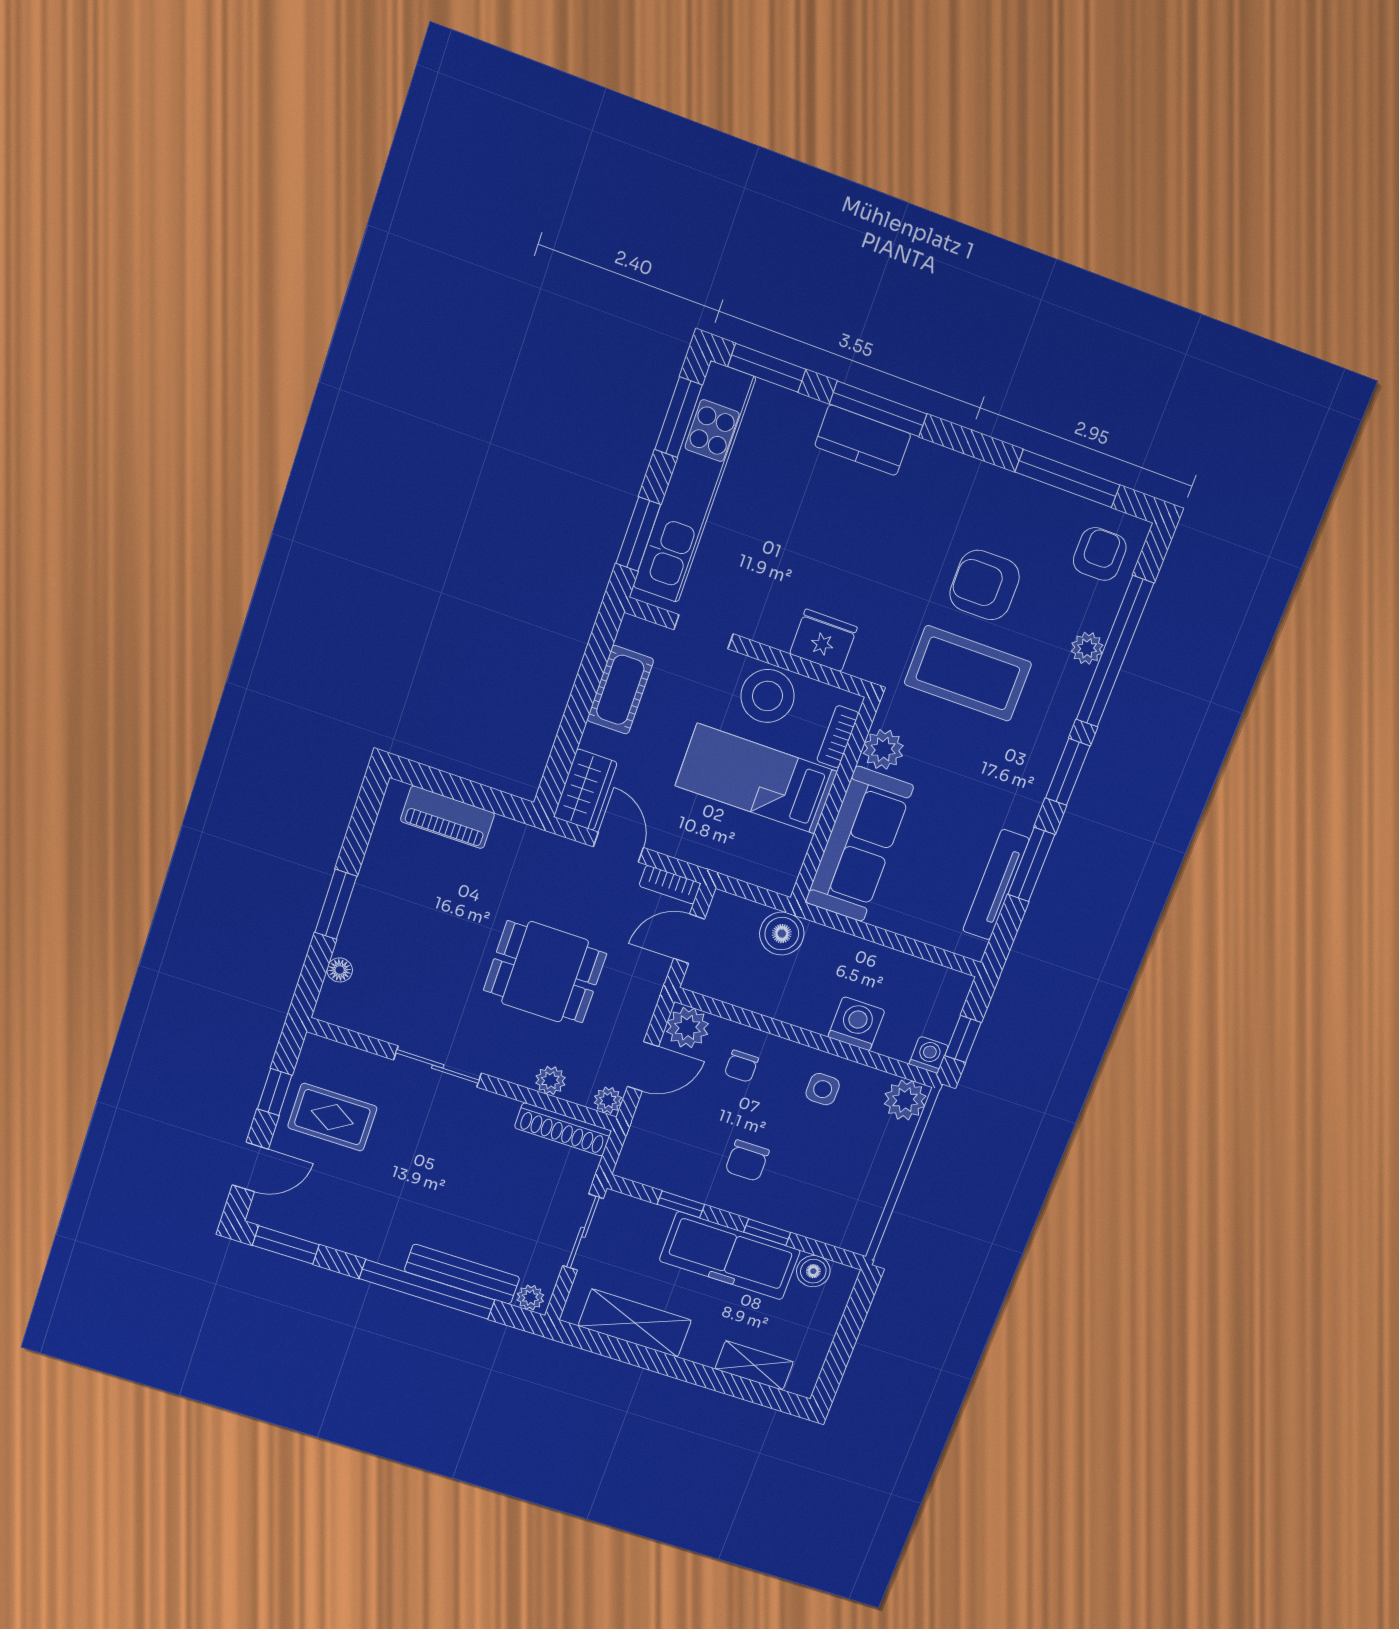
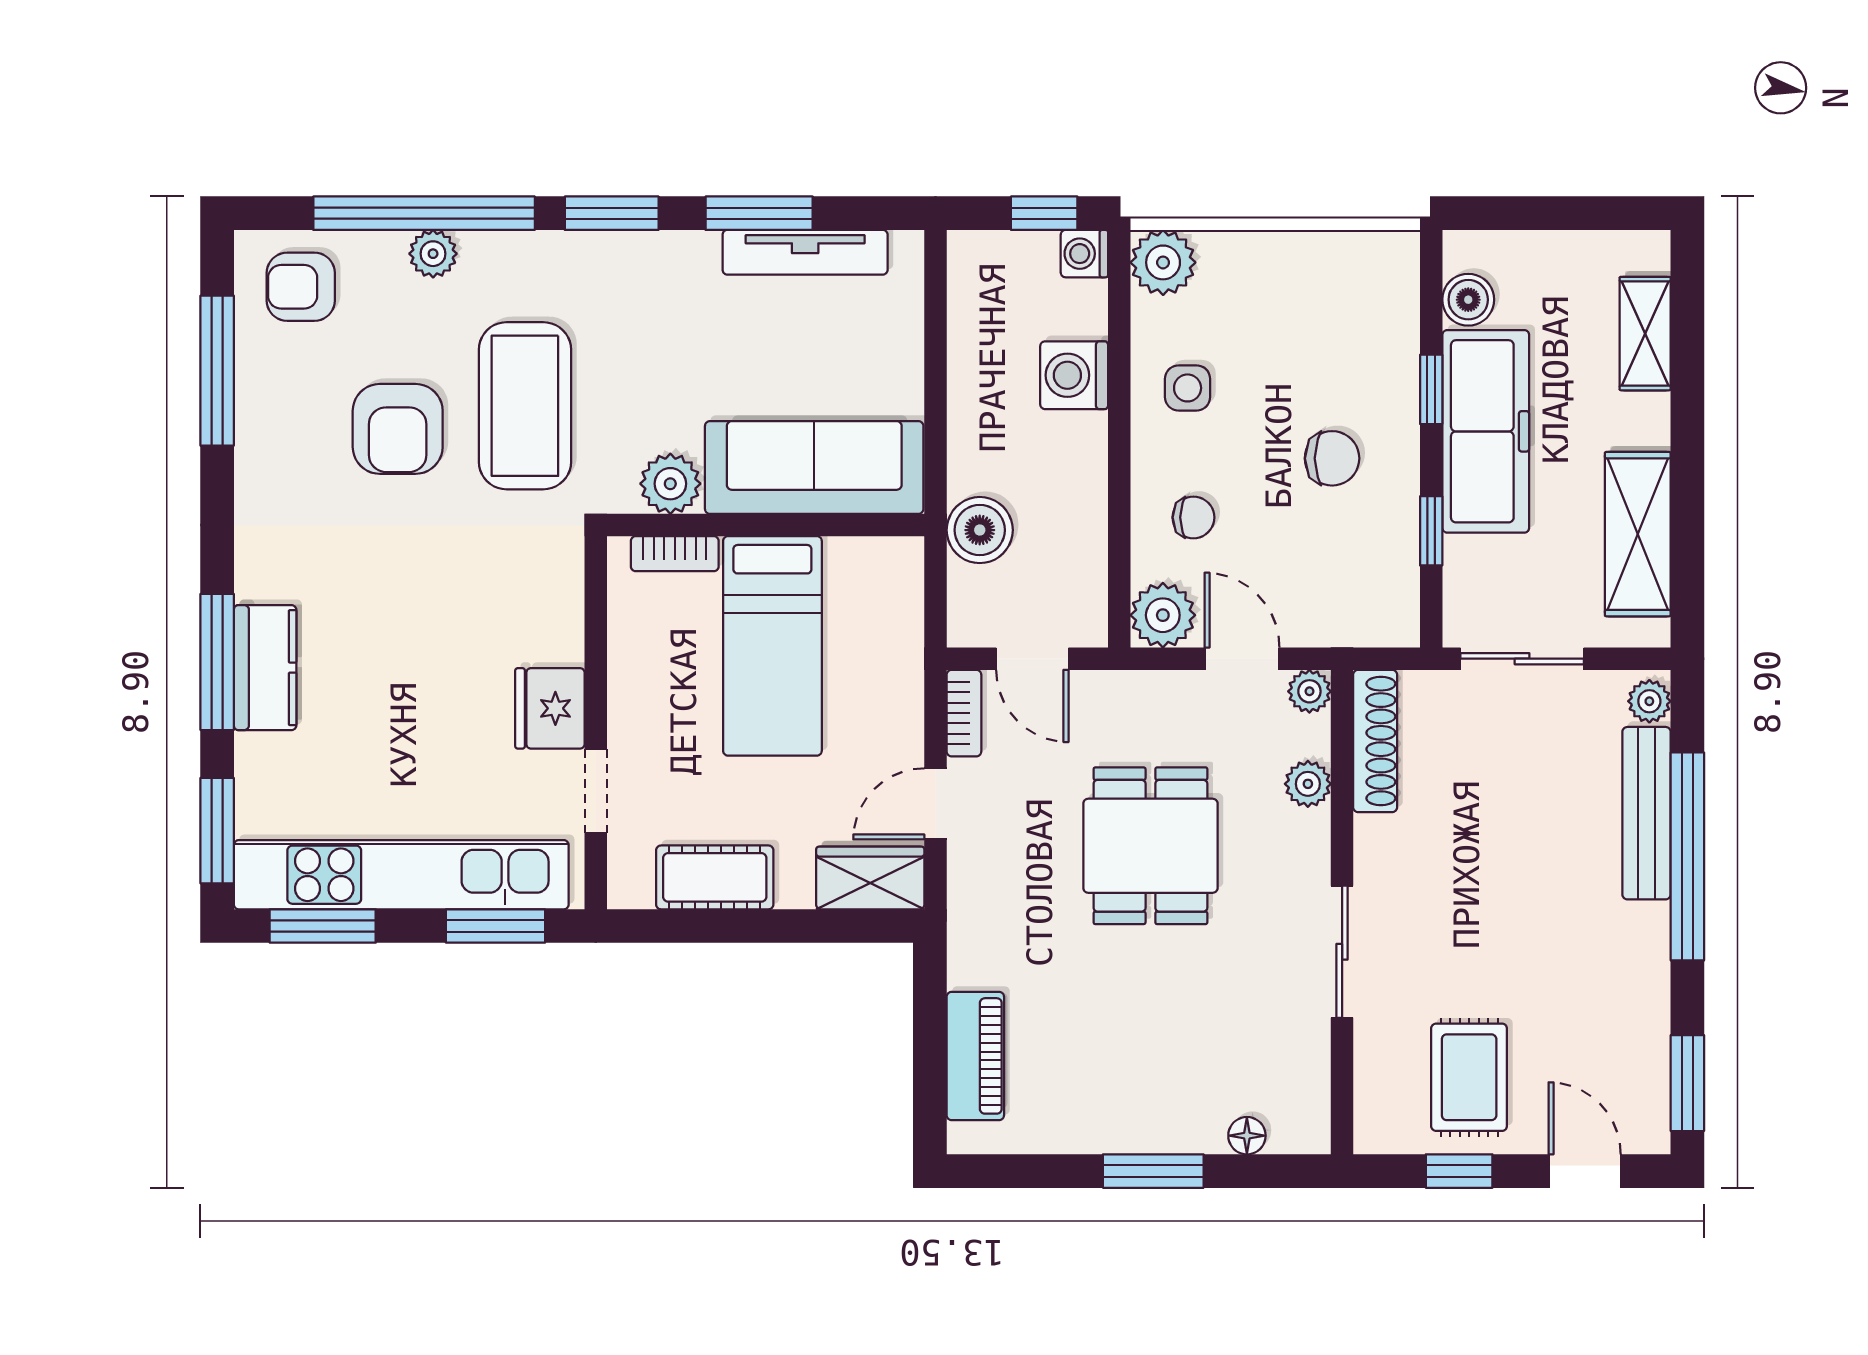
fridge: (823, 640) -> (550, 708), moved
stool: (767, 696) -> (653, 672), removed

